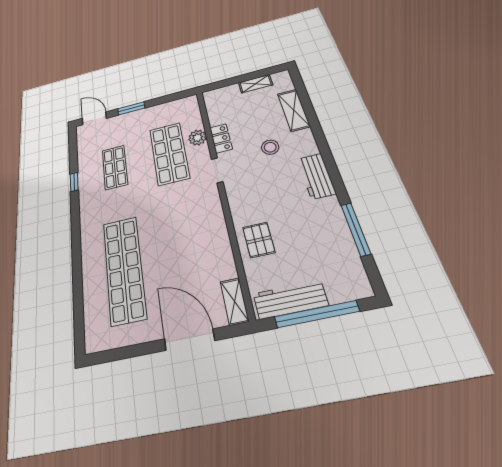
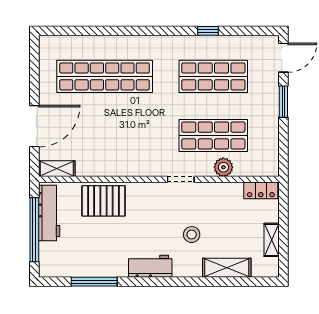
locker: (221, 138) -> (261, 190), moved
shop shelf: (115, 167) -> (213, 76), width x1.43, depth x1.36
pallet: (259, 240) -> (103, 201), width x1.50, depth x1.42

